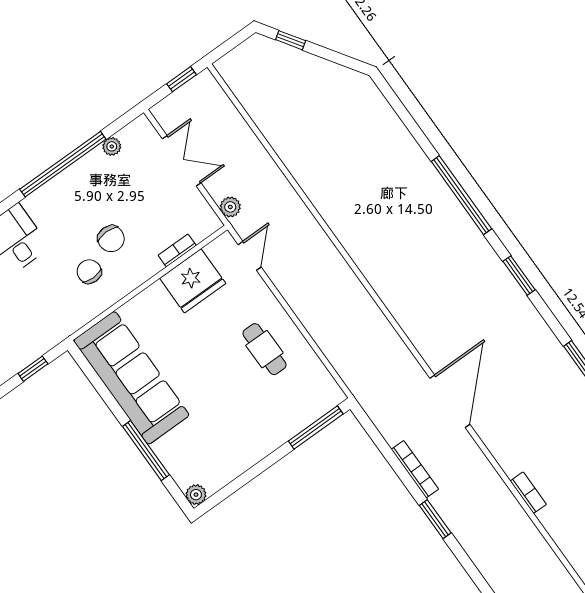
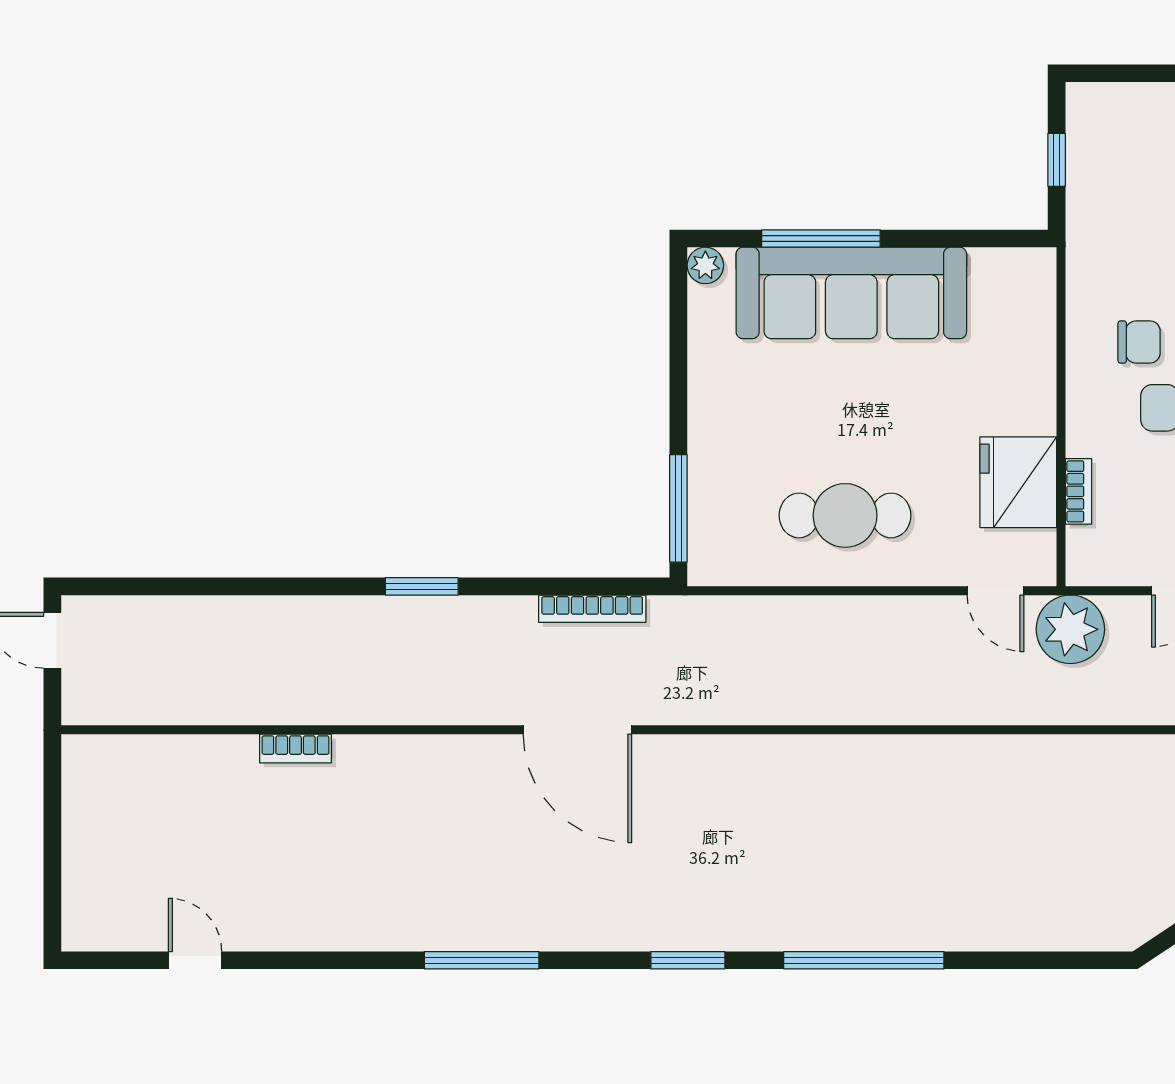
plant: (230, 207) -> (1070, 629), width x1.88, depth x1.88
cafe table: (264, 349) -> (845, 515), width x1.37, depth x1.35
sofa: (131, 378) -> (851, 293), moved
bookcase: (415, 469) -> (592, 609), moved
bookcase: (528, 493) -> (296, 749), moved

